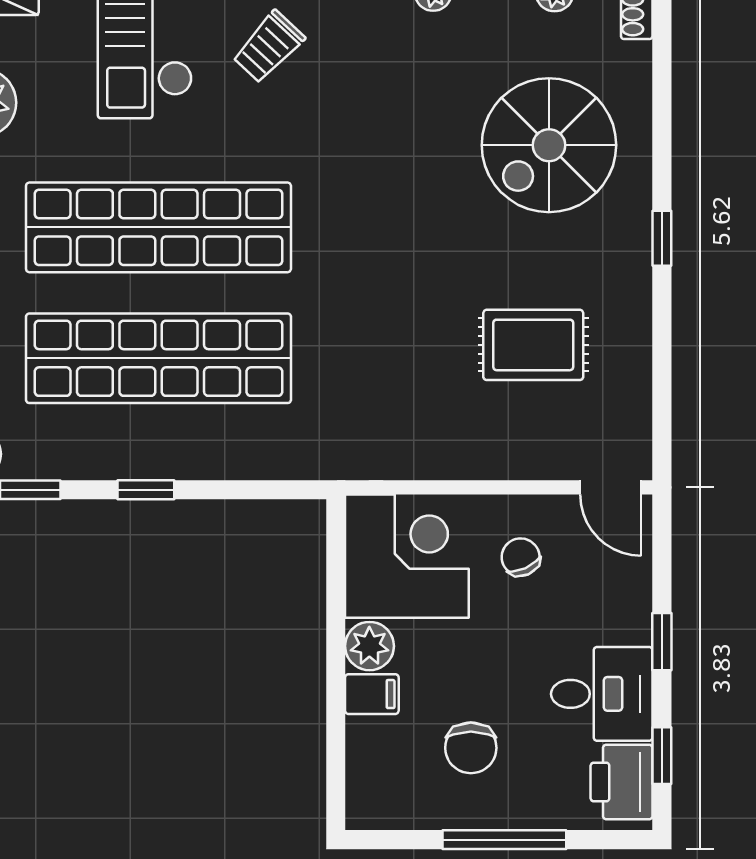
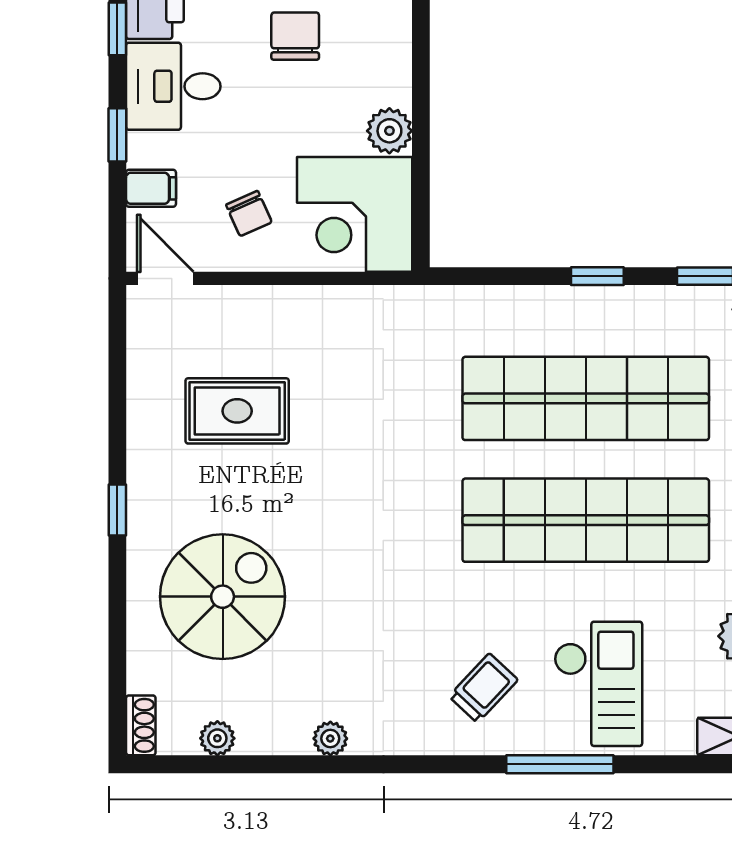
filing cabinet: (372, 694) -> (151, 188), moved, turned 180

